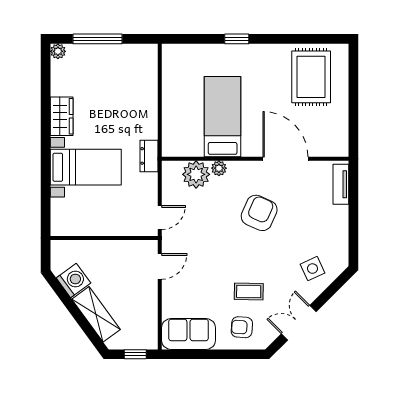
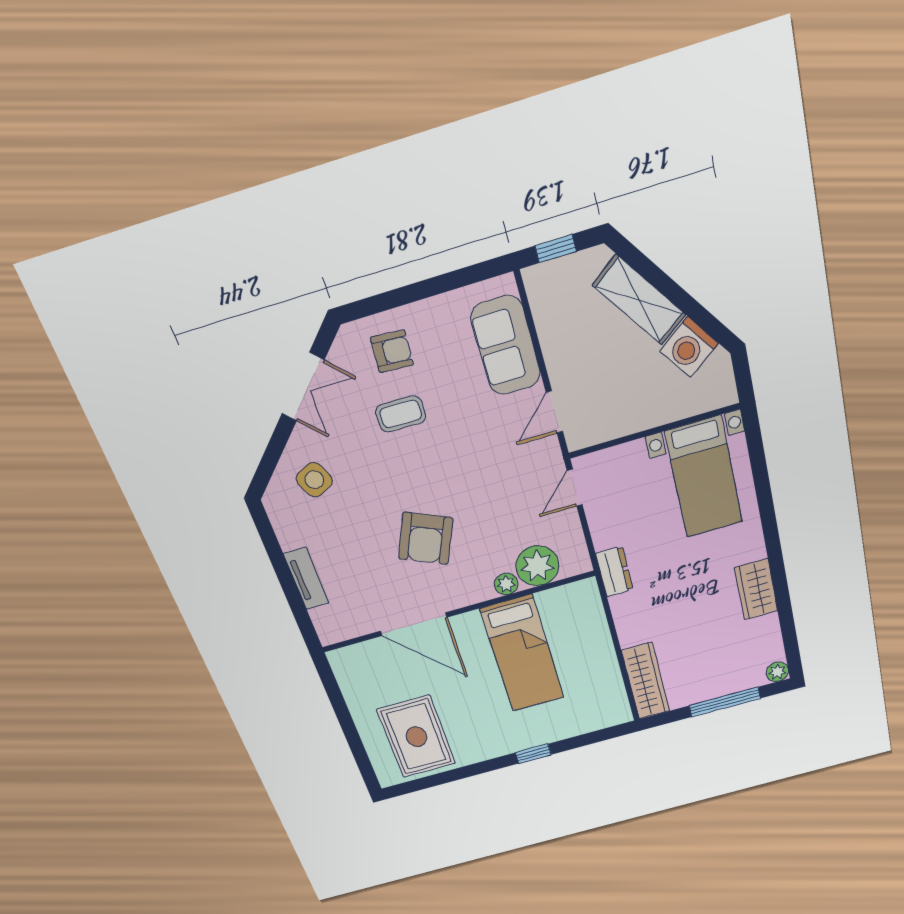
wardrobe: (147, 72) -> (646, 681), added
bed with nightstands: (86, 167) -> (704, 477), moved, turned -90
tv unit: (341, 184) -> (306, 579), moved
sofa: (188, 334) -> (506, 346), moved, turned 90

